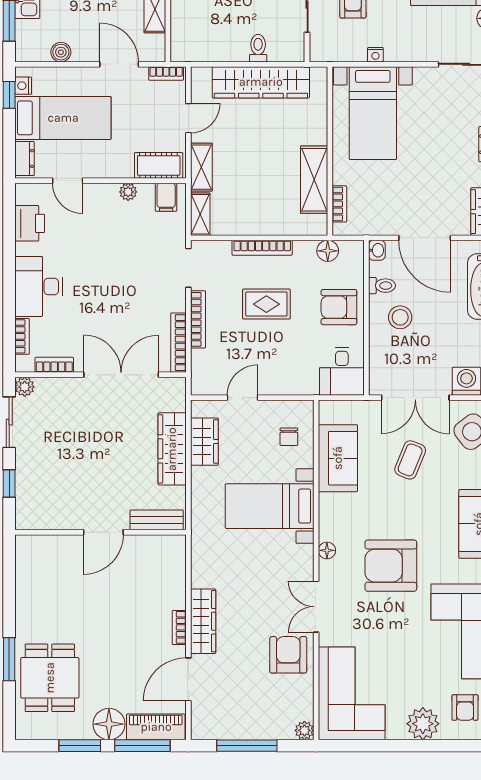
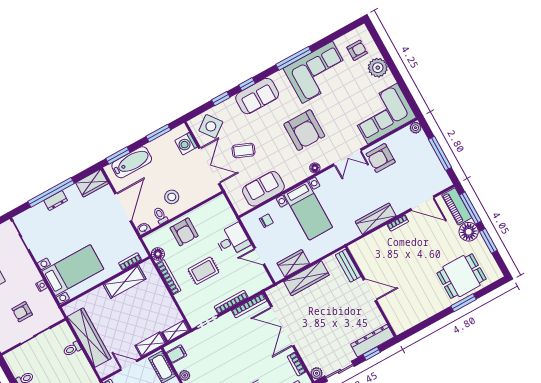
bookcase: (262, 248) -> (169, 277), moved
rug: (266, 304) -> (203, 271), turned 90
desk: (342, 371) -> (232, 240), moved
dresser: (27, 495) -> (372, 341), added
wardrobe: (203, 621) -> (376, 219), moved

